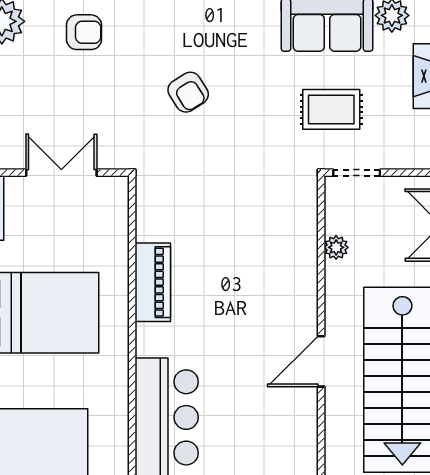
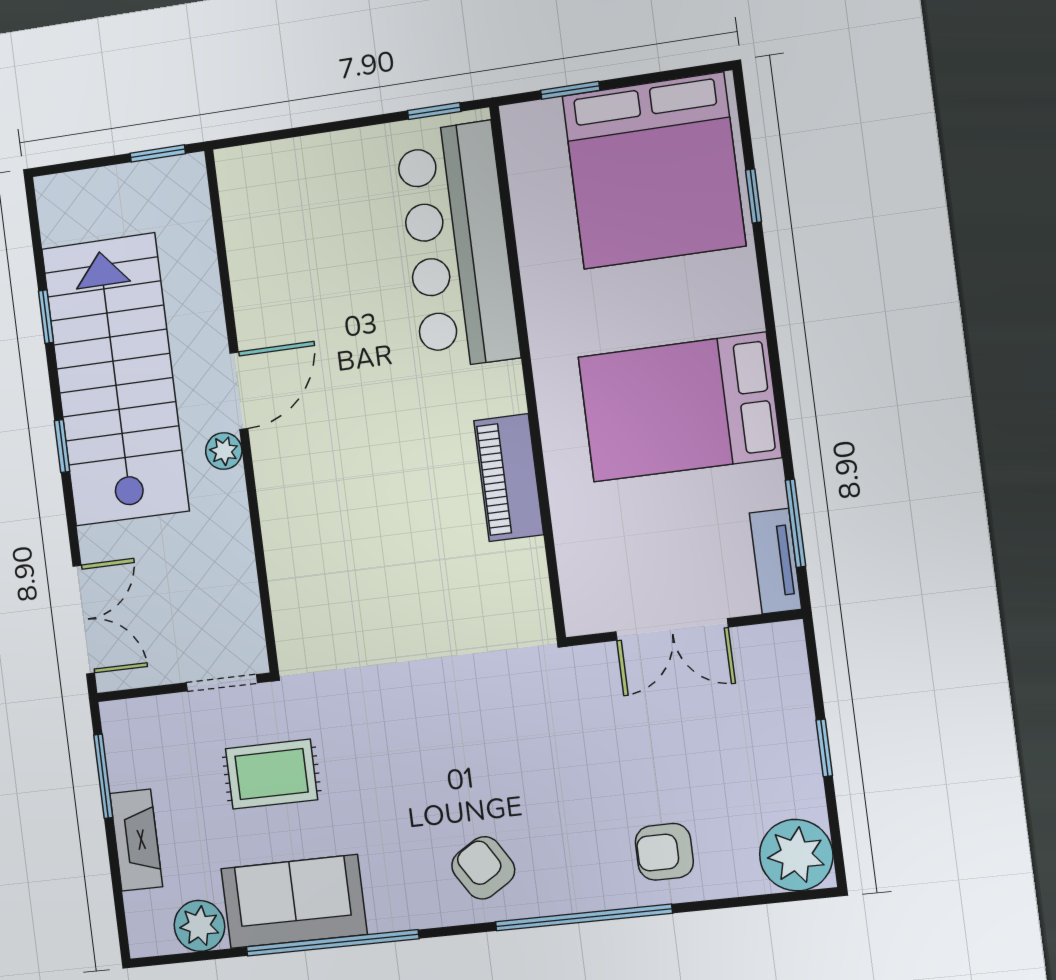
armchair: (188, 92) -> (483, 868), moved
plant: (336, 247) -> (224, 451), moved

